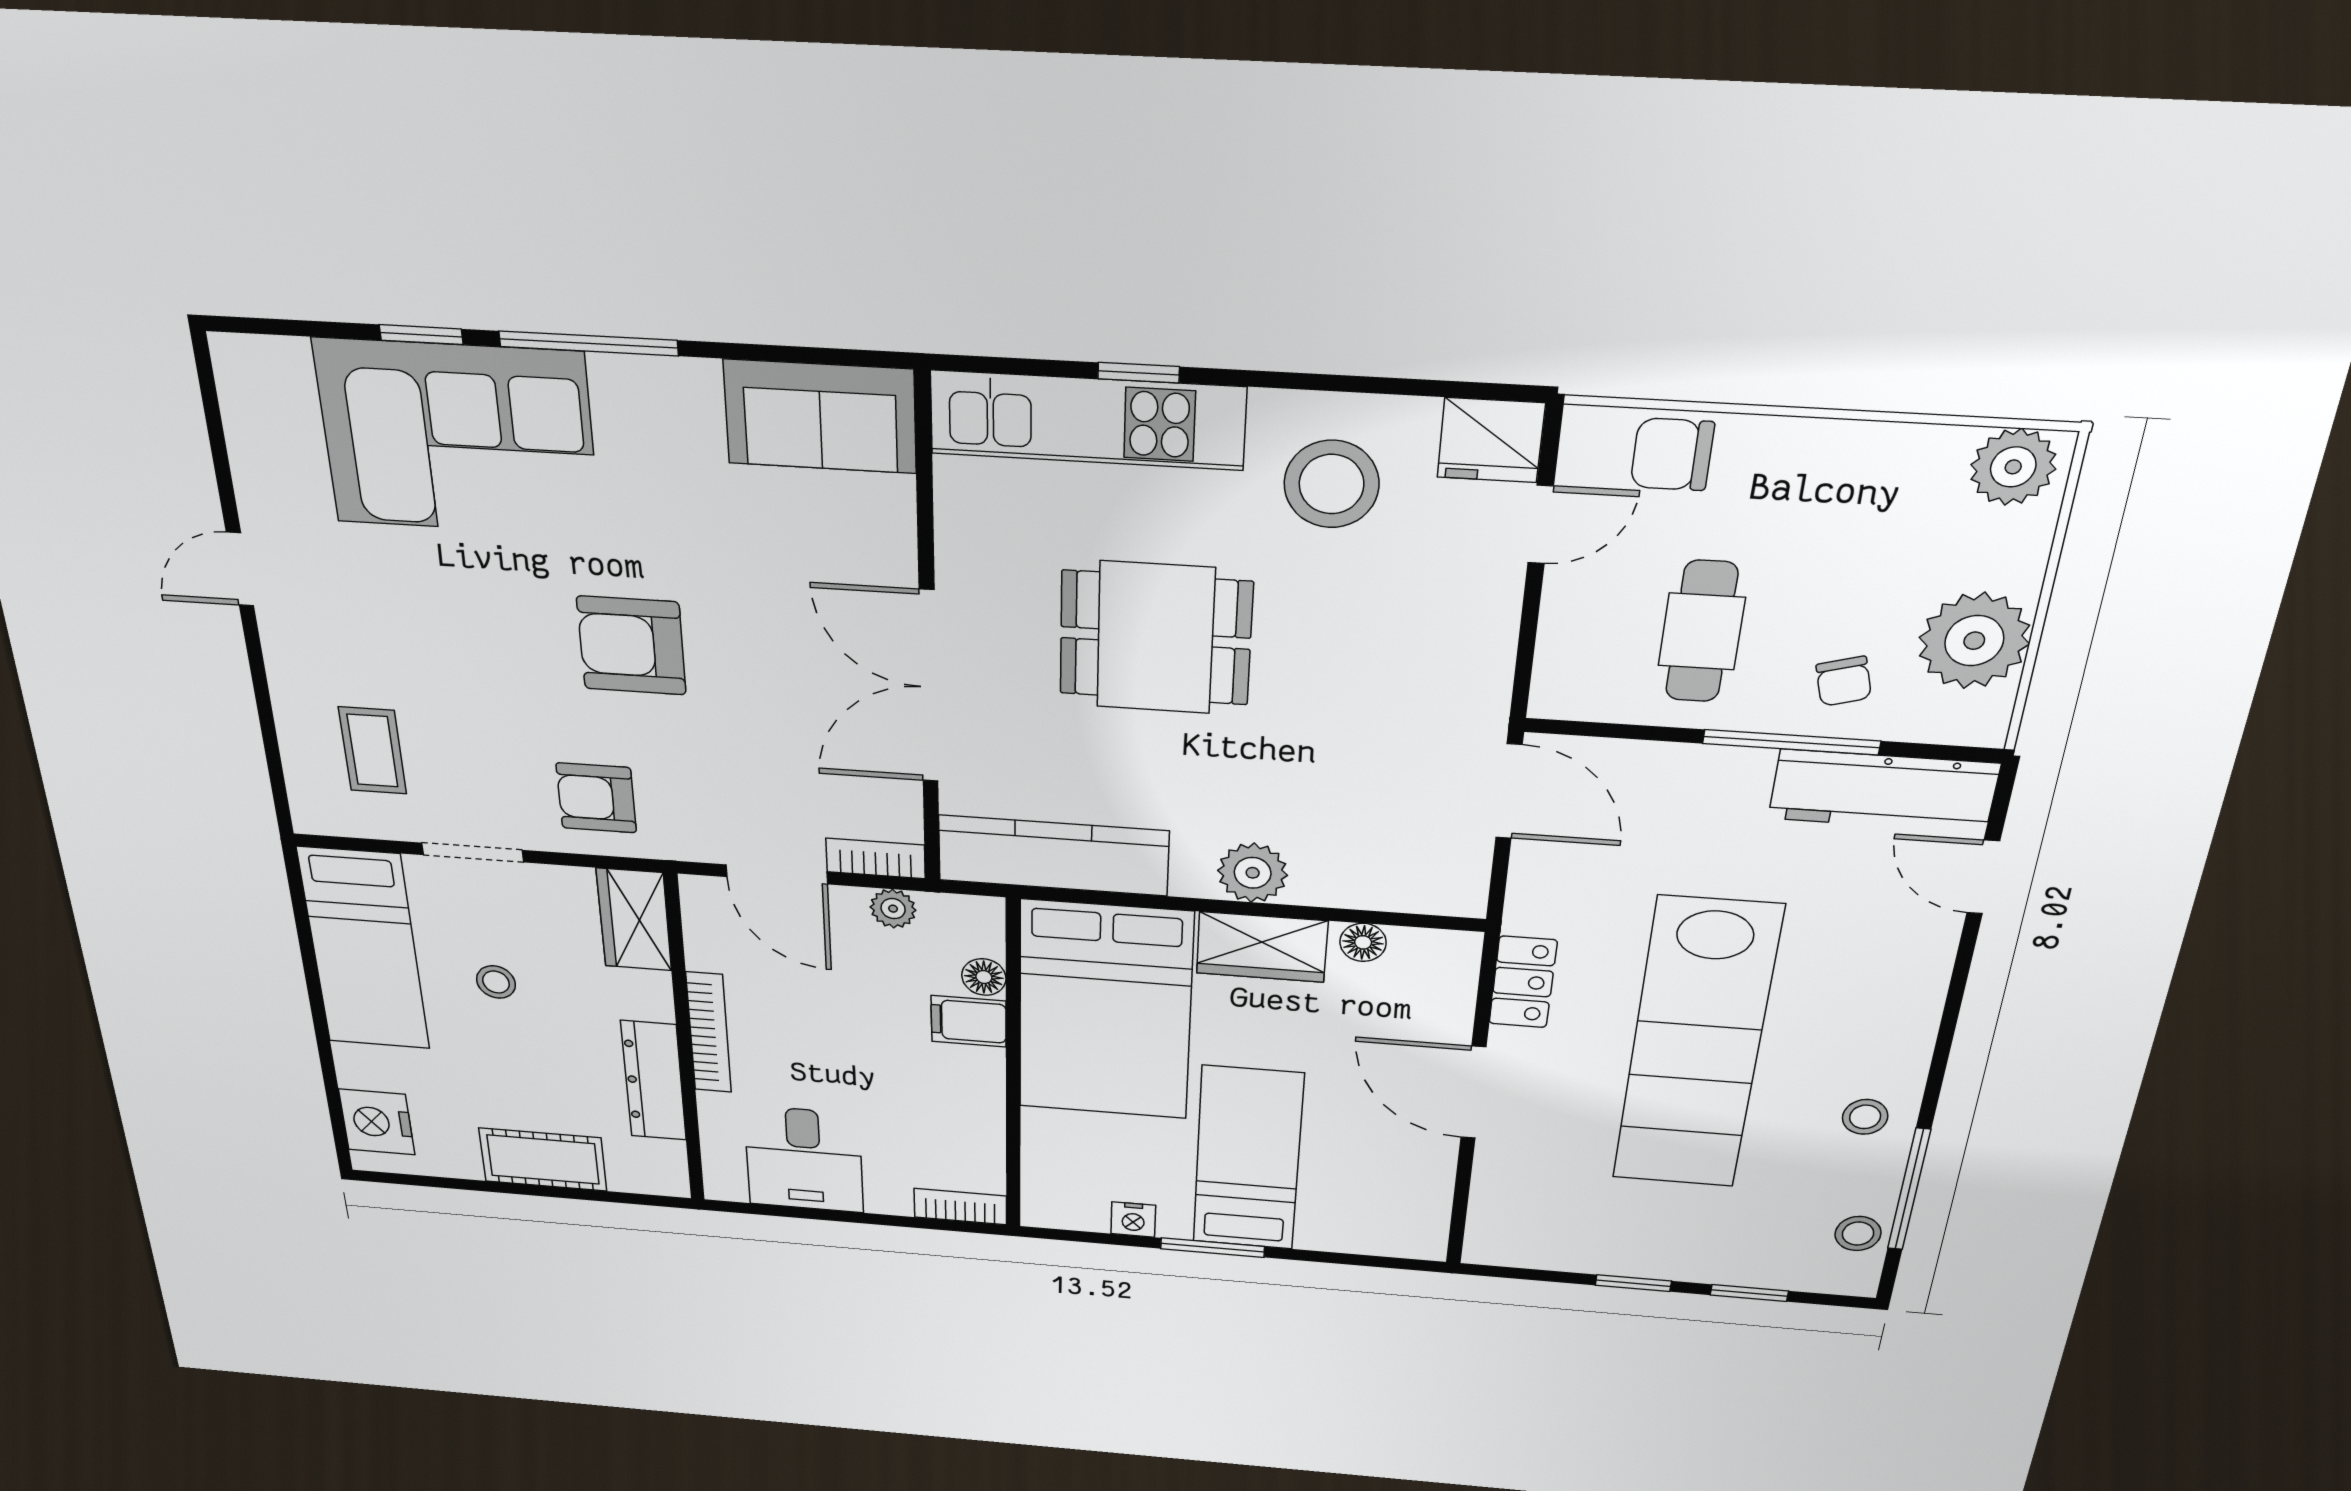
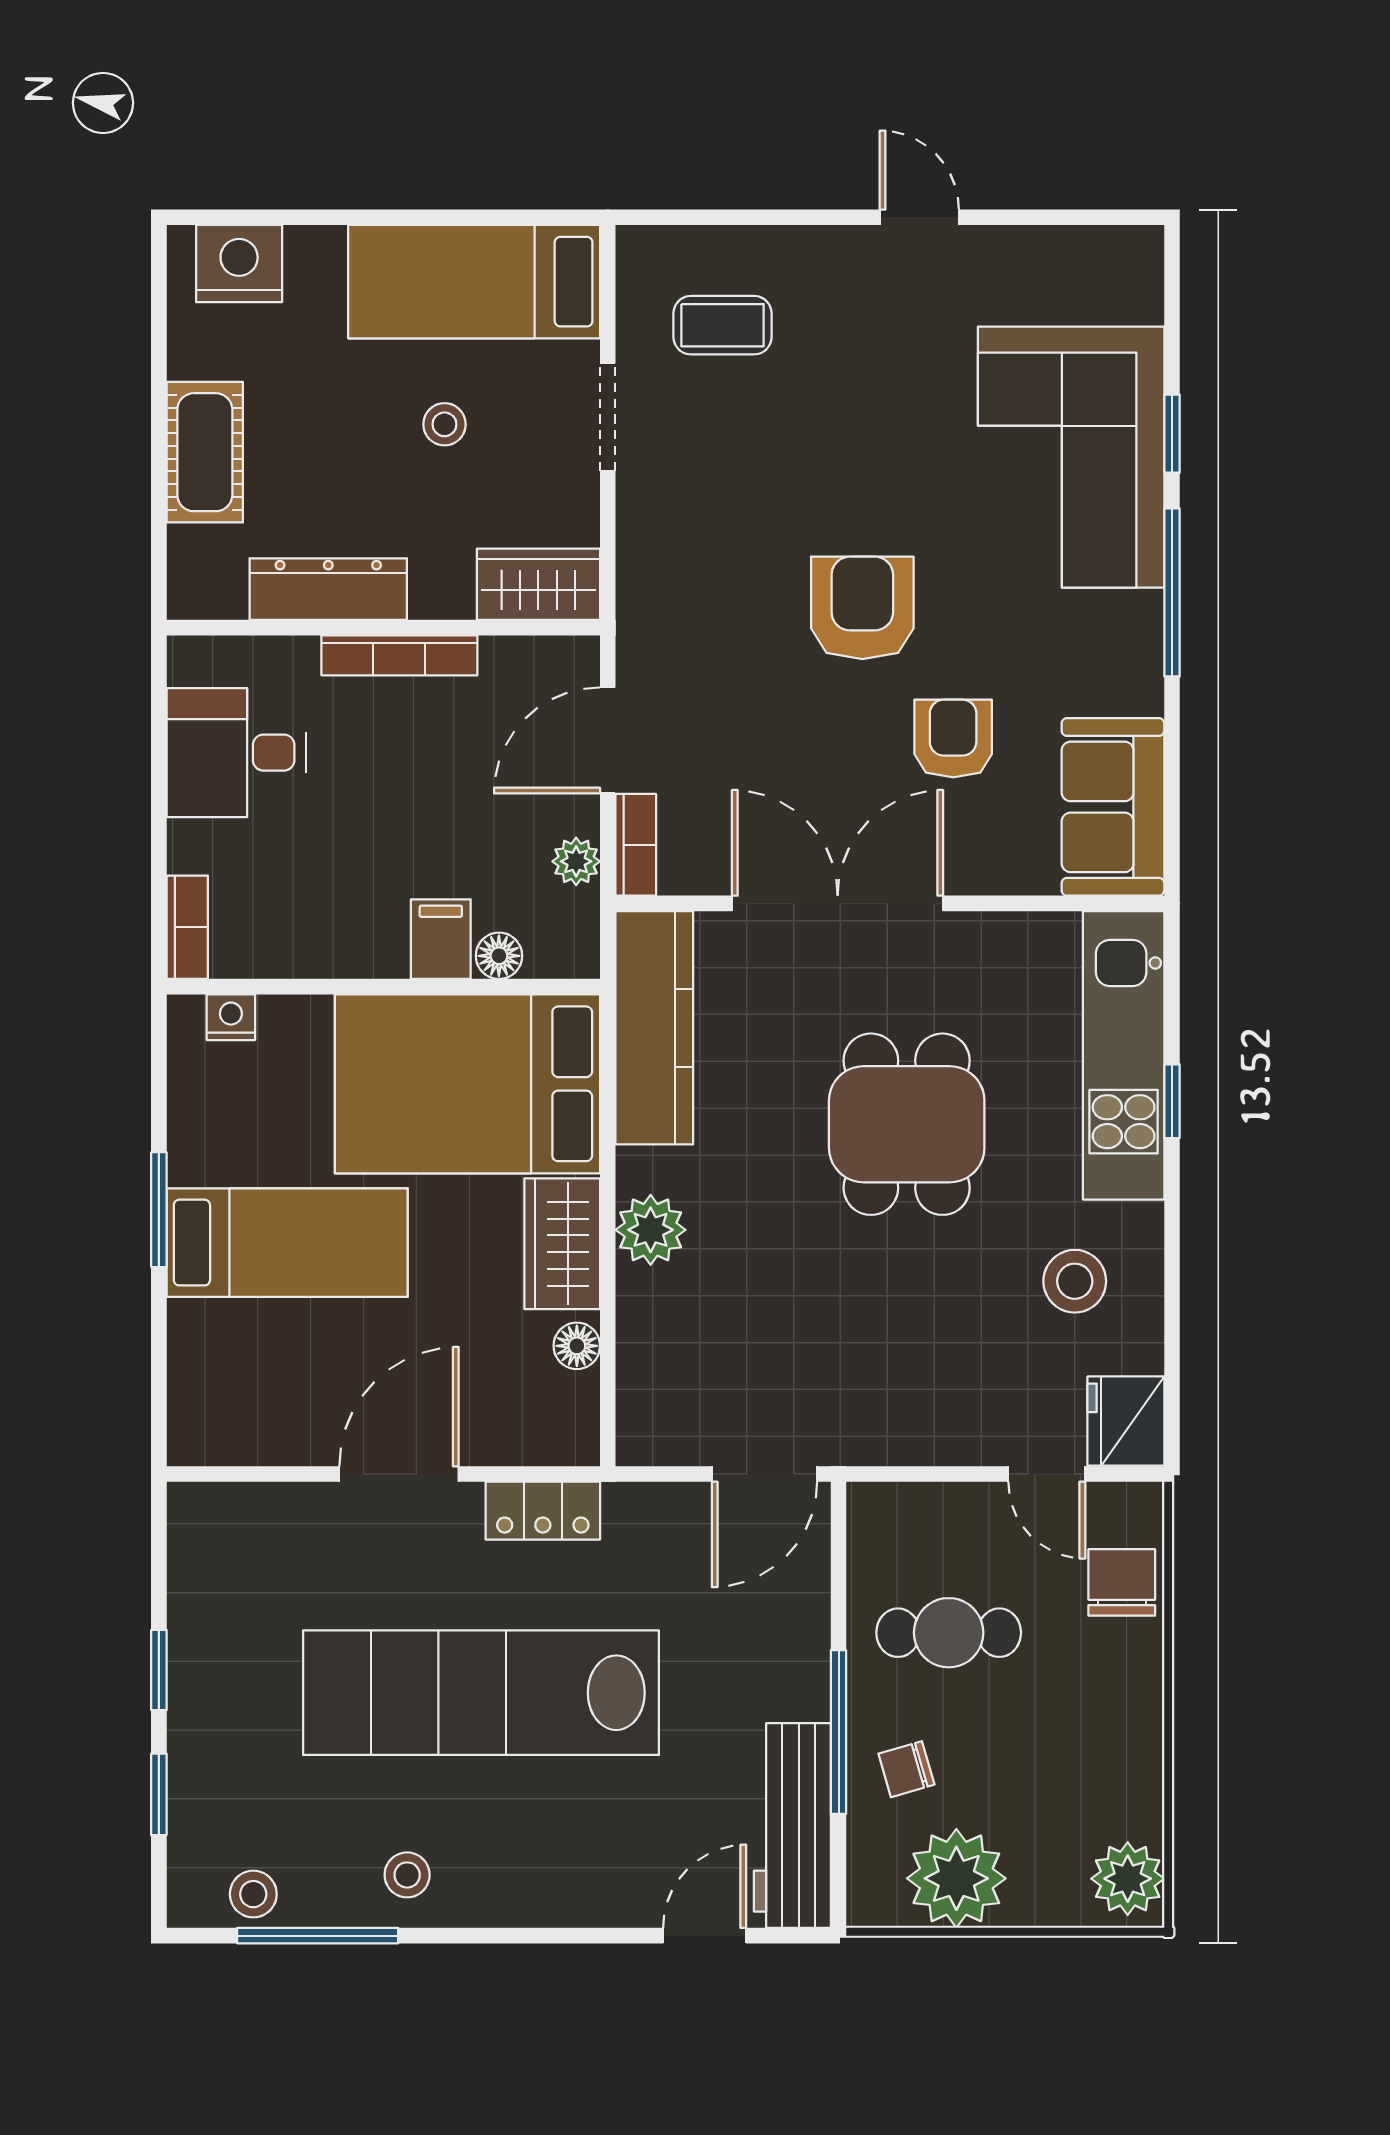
stool: (1331, 484) -> (1075, 1281), width x0.73, depth x0.73
armchair: (596, 798) -> (953, 738), moved
nightstand: (1133, 1220) -> (231, 1017), moved, turned 90

